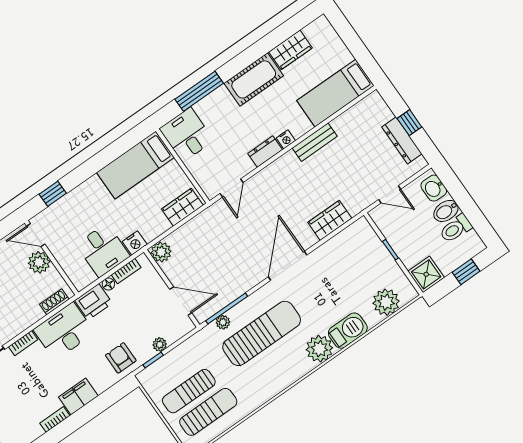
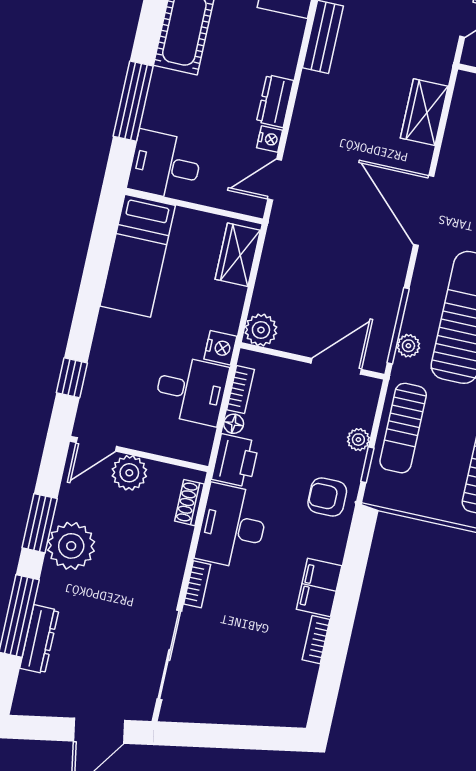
nightstand: (286, 139) -> (270, 139), moved
door: (231, 188) -> (275, 180), swing flipped
sun lounger: (189, 391) -> (403, 428), moved

